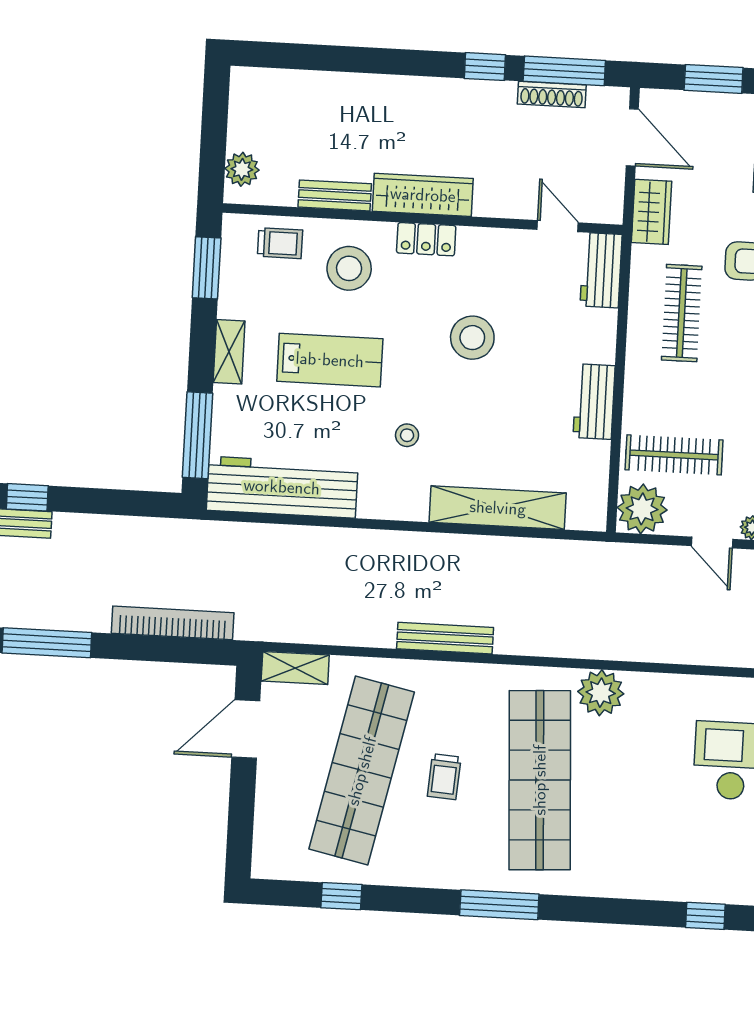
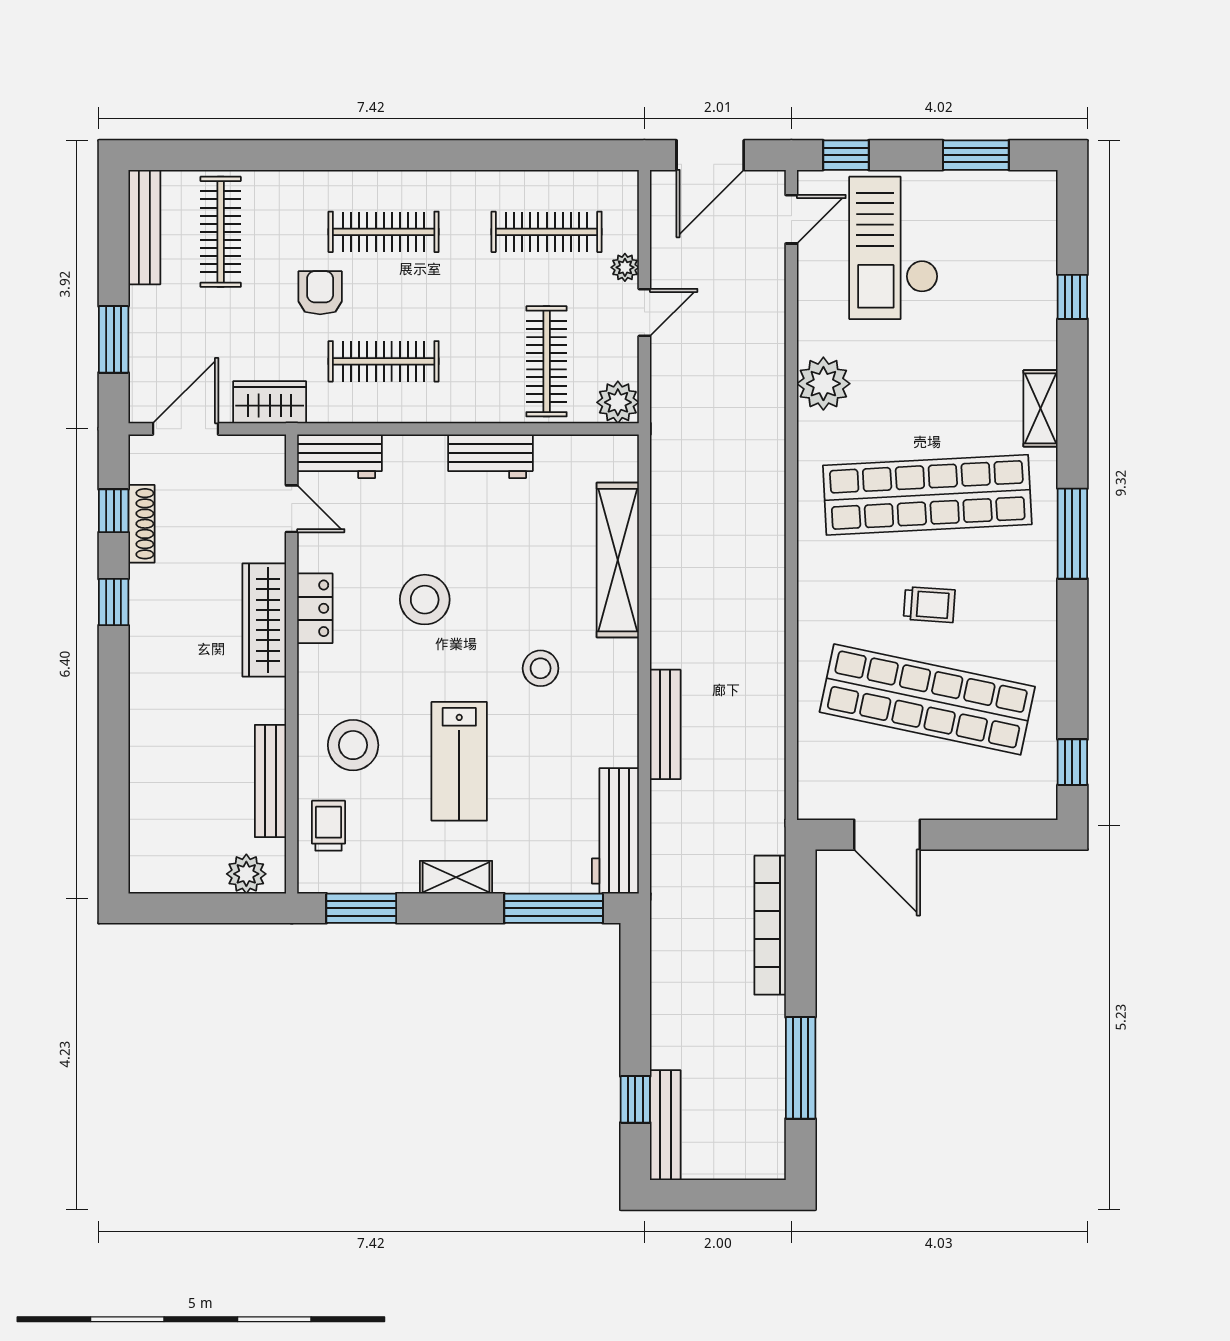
window: (564, 71) -> (114, 511), width x0.46
bench: (335, 195) -> (270, 781), width x1.36
wardrobe: (423, 195) -> (264, 620), moved
door: (558, 226) -> (292, 509), swing flipped
locker: (426, 239) -> (315, 608), moved
lab bench: (330, 360) -> (459, 761), turned 180
stool: (407, 435) -> (541, 668), width x1.37, depth x1.37
workbench: (282, 487) -> (615, 831), width x0.73, depth x0.76
plant: (642, 509) -> (618, 402), width x0.73, depth x0.73
bench: (445, 638) -> (665, 724), moved
shelving: (295, 668) -> (1041, 408), moved
plant: (601, 693) -> (823, 384), moved
window: (341, 896) -> (1072, 762), moved

